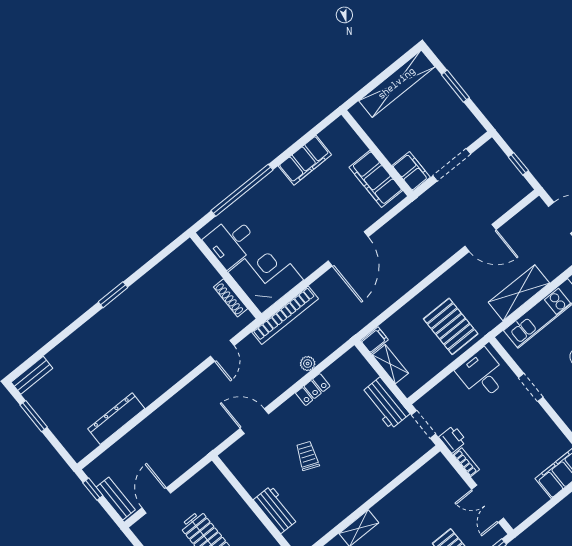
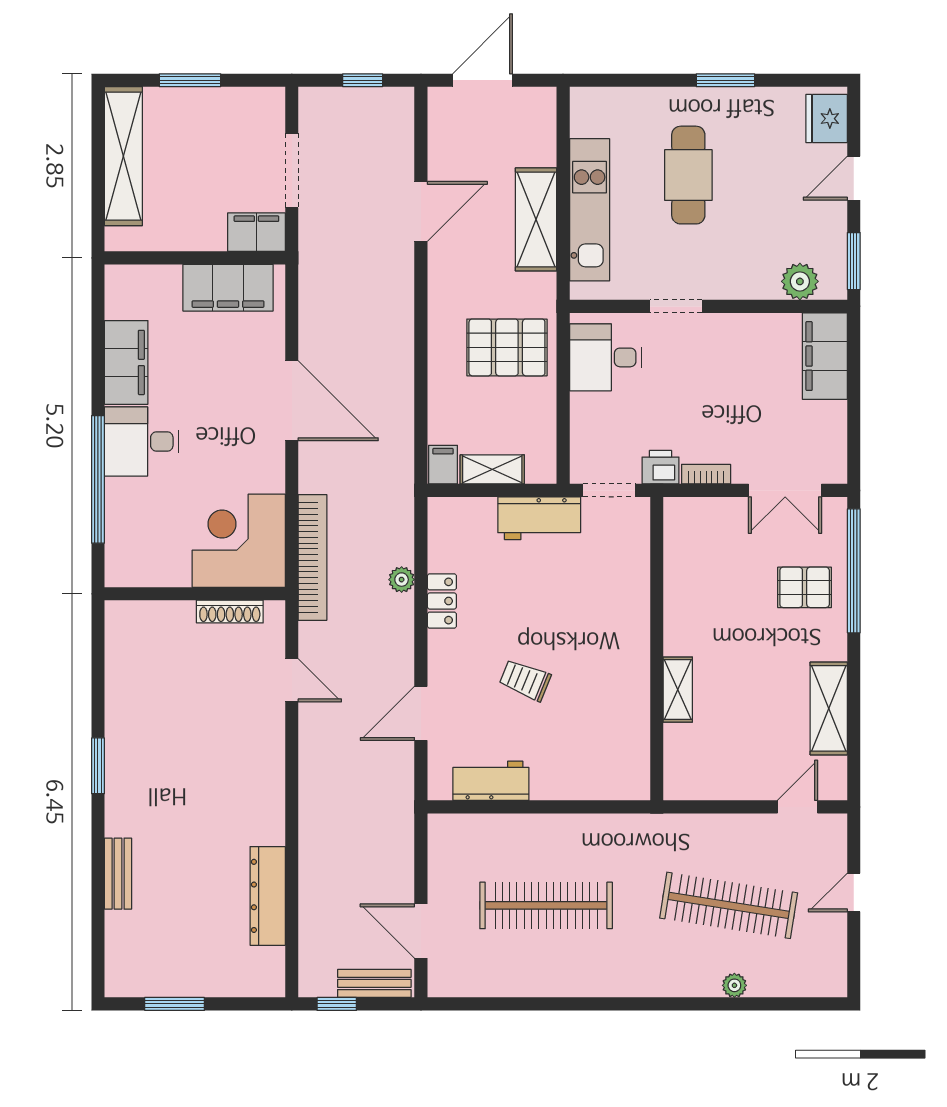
desk: (231, 242) -> (142, 441), moved, turned 90
bench: (32, 375) -> (118, 874), moved
workbench: (276, 510) -> (491, 781), moved

